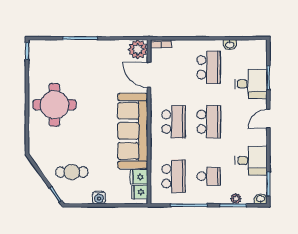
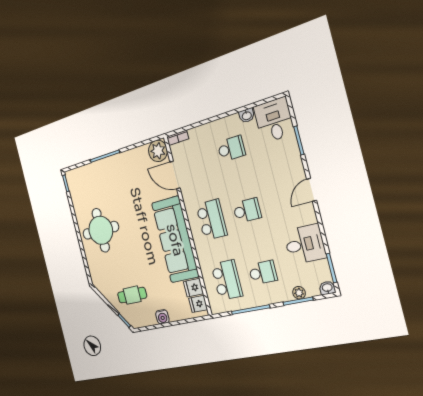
school desk: (209, 67) -> (231, 149), width x0.54
desk: (251, 84) -> (274, 120), moved, turned -90
school desk: (209, 122) -> (247, 210), width x0.54

